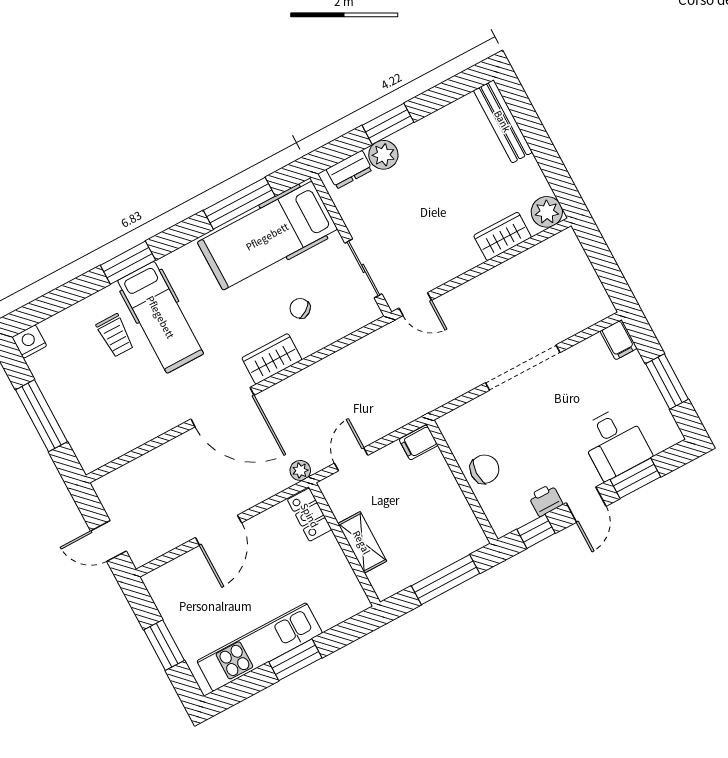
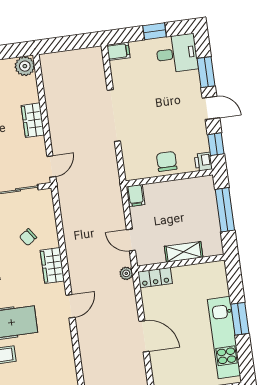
wardrobe: (503, 236) -> (33, 120), moved
window: (667, 381) -> (155, 31), width x0.67
door: (222, 407) -> (70, 306), width x0.53
desk: (615, 443) -> (177, 54), moved
printer: (546, 500) -> (203, 162), moved

